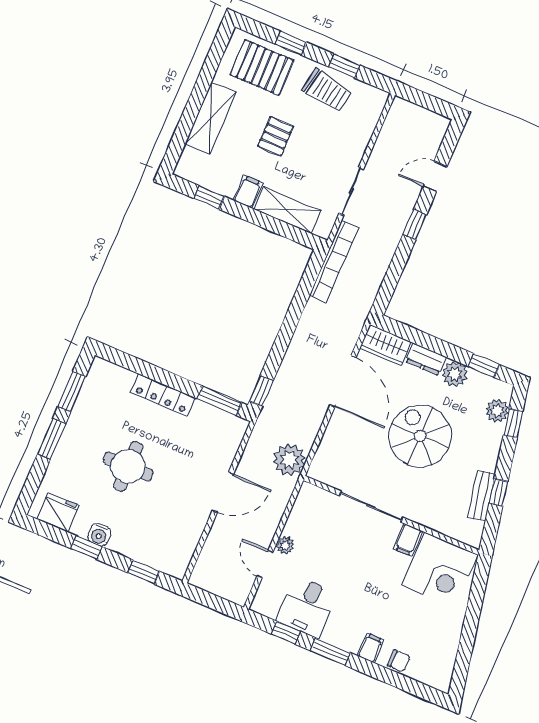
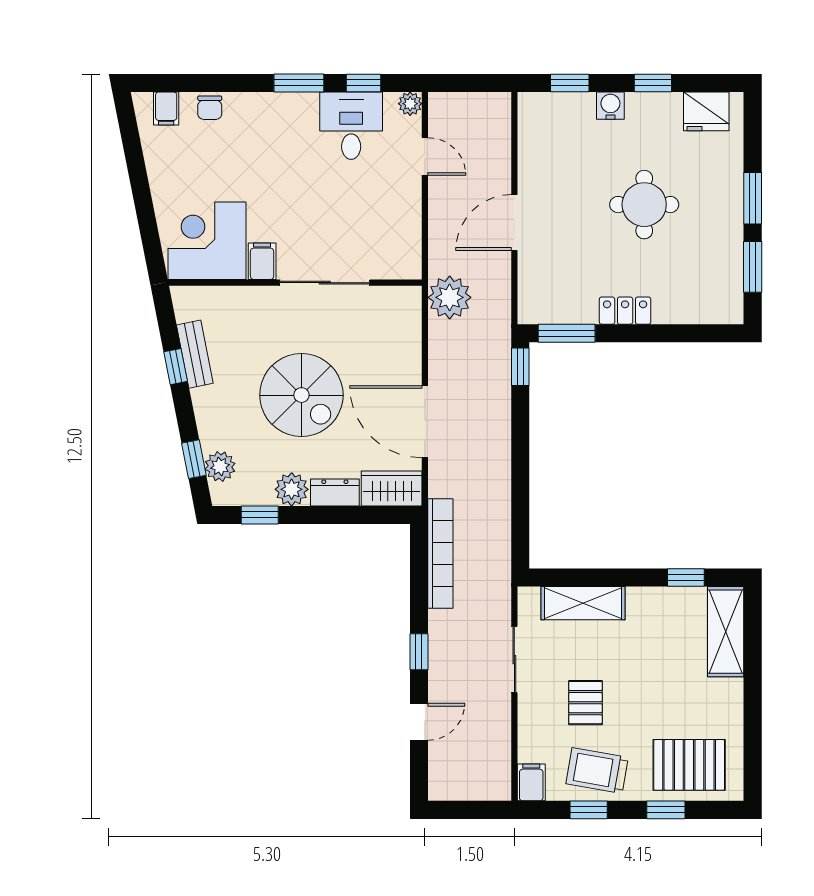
shelving: (211, 118) -> (726, 632), moved
pallet: (276, 136) -> (585, 703), moved
filing cabinet: (248, 192) -> (531, 782), moved, turned 180
bookcase: (334, 261) -> (440, 553), moved, turned 180
locker: (163, 395) -> (625, 311), width x0.66
water cooler: (99, 535) -> (610, 106), moved
plant: (285, 545) -> (410, 104), moved
filing cabinet: (371, 648) -> (166, 109), moved
chair: (399, 661) -> (210, 108), turned -90

